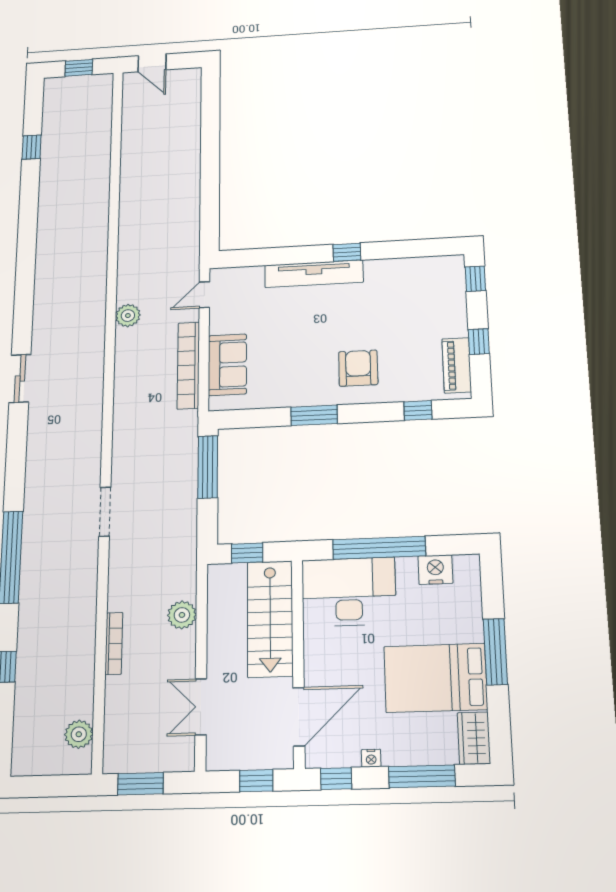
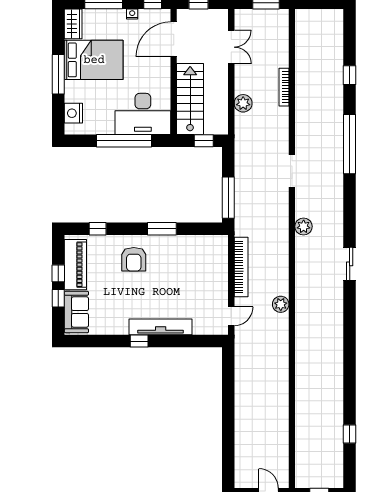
window: (475, 279) -> (58, 298), moved
sofa: (227, 365) -> (76, 312), moved, turned 180
piano: (457, 365) -> (75, 265), width x1.37, depth x1.33
nightstand: (435, 570) -> (73, 113), moved, turned 90
plant: (79, 734) -> (304, 226), moved

